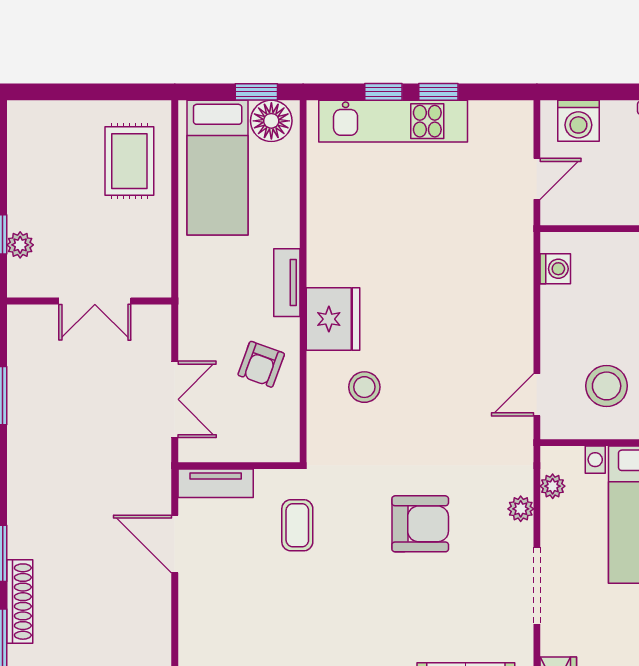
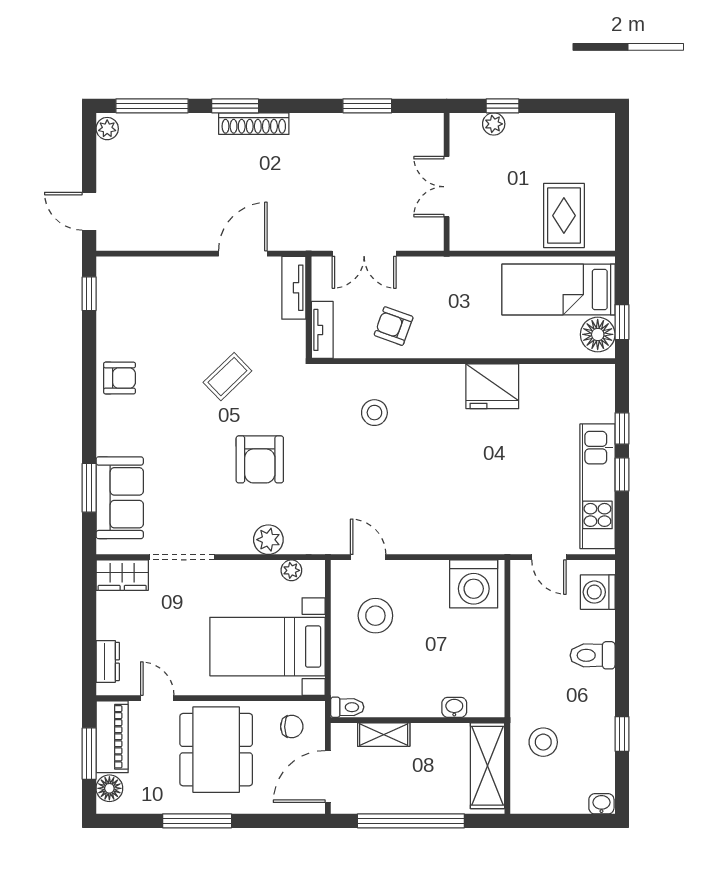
kitchen unit: (393, 121) -> (597, 486), moved
rug: (129, 161) -> (564, 216), turned 90
washing machine: (555, 269) -> (474, 584), width x1.89, depth x1.89
tv unit: (287, 283) -> (322, 330), moved, turned 90
fridge: (333, 319) -> (492, 386), moved
plant: (521, 509) -> (268, 540), width x1.38, depth x1.38
coffee table: (297, 525) -> (227, 377), moved, turned -44
doorway: (537, 586) -> (182, 557), moved
shoe rack: (20, 602) -> (254, 124), moved

